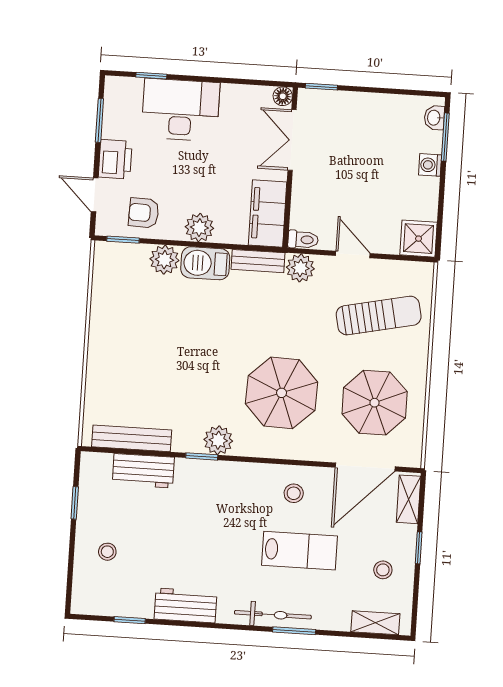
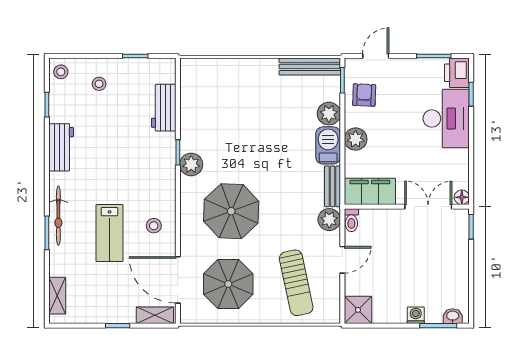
printer: (115, 159) -> (457, 73), moved, turned 90
bench: (132, 438) -> (310, 67), moved, turned 90
stool: (383, 570) -> (61, 72), moved

